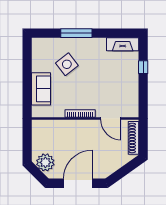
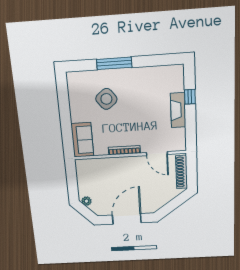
fireplace: (123, 44) -> (178, 110), moved, turned 90
sofa: (41, 89) -> (82, 140), moved
plant: (45, 162) -> (86, 201), width x0.53, depth x0.53

